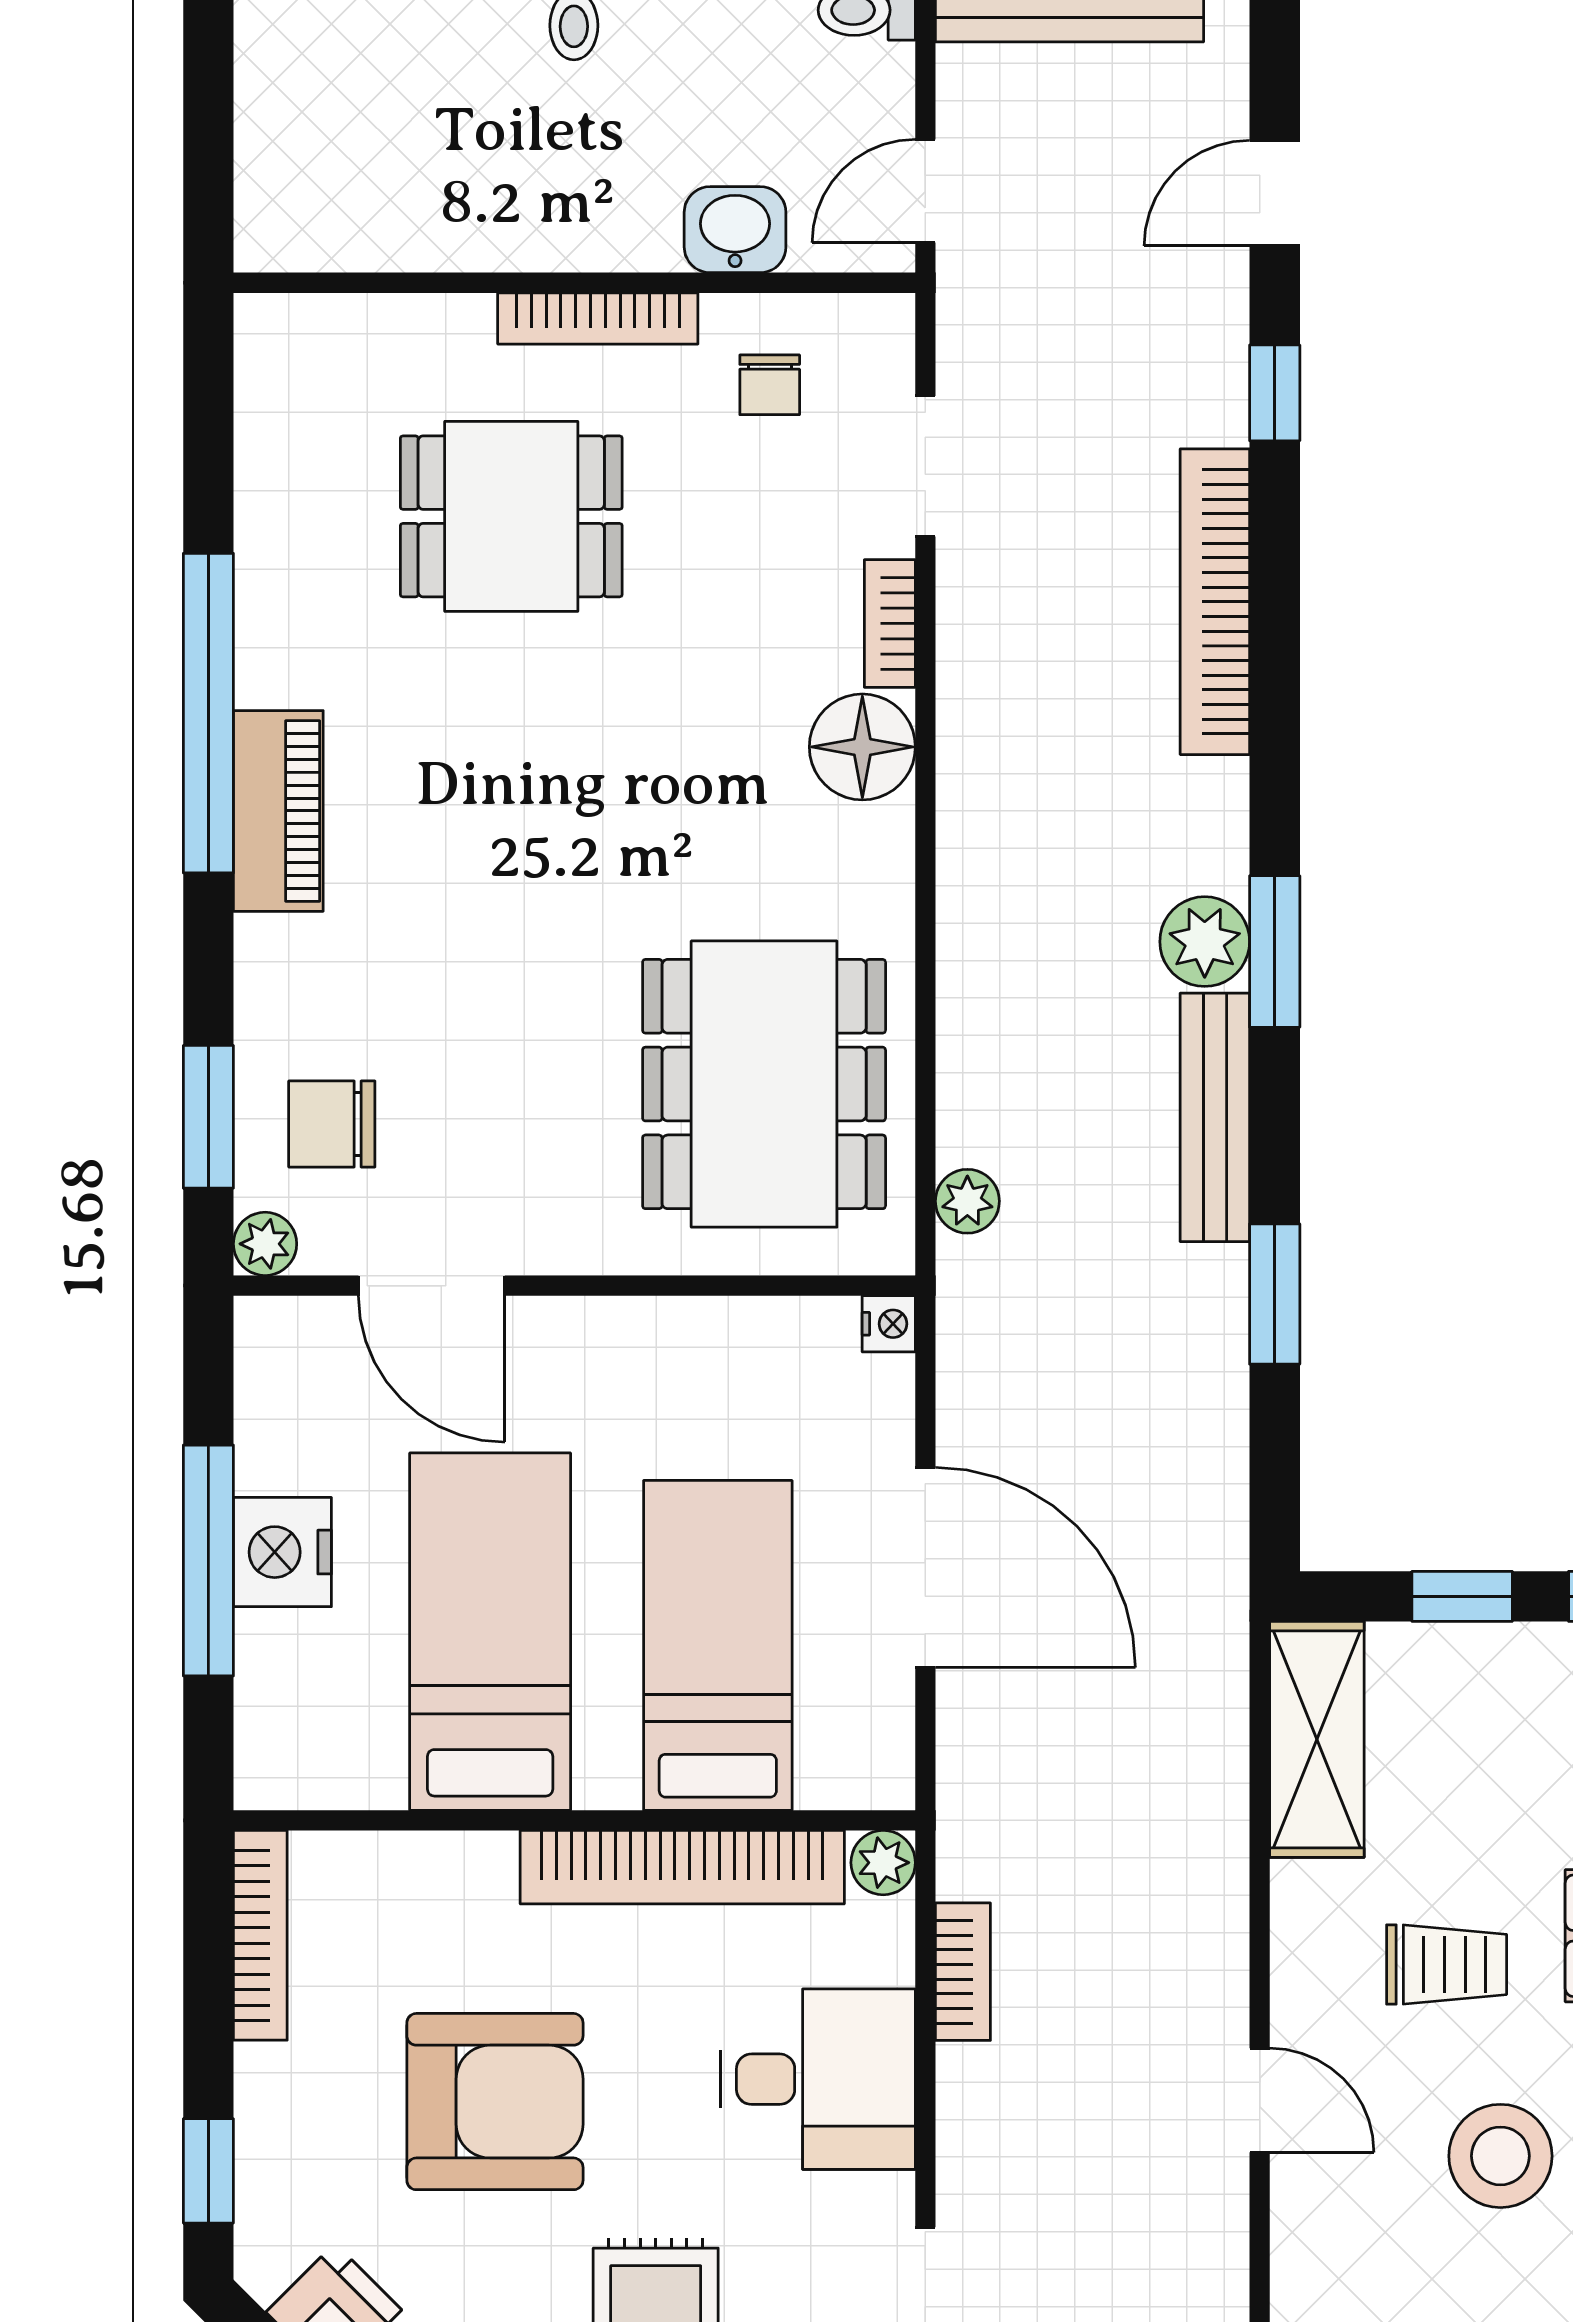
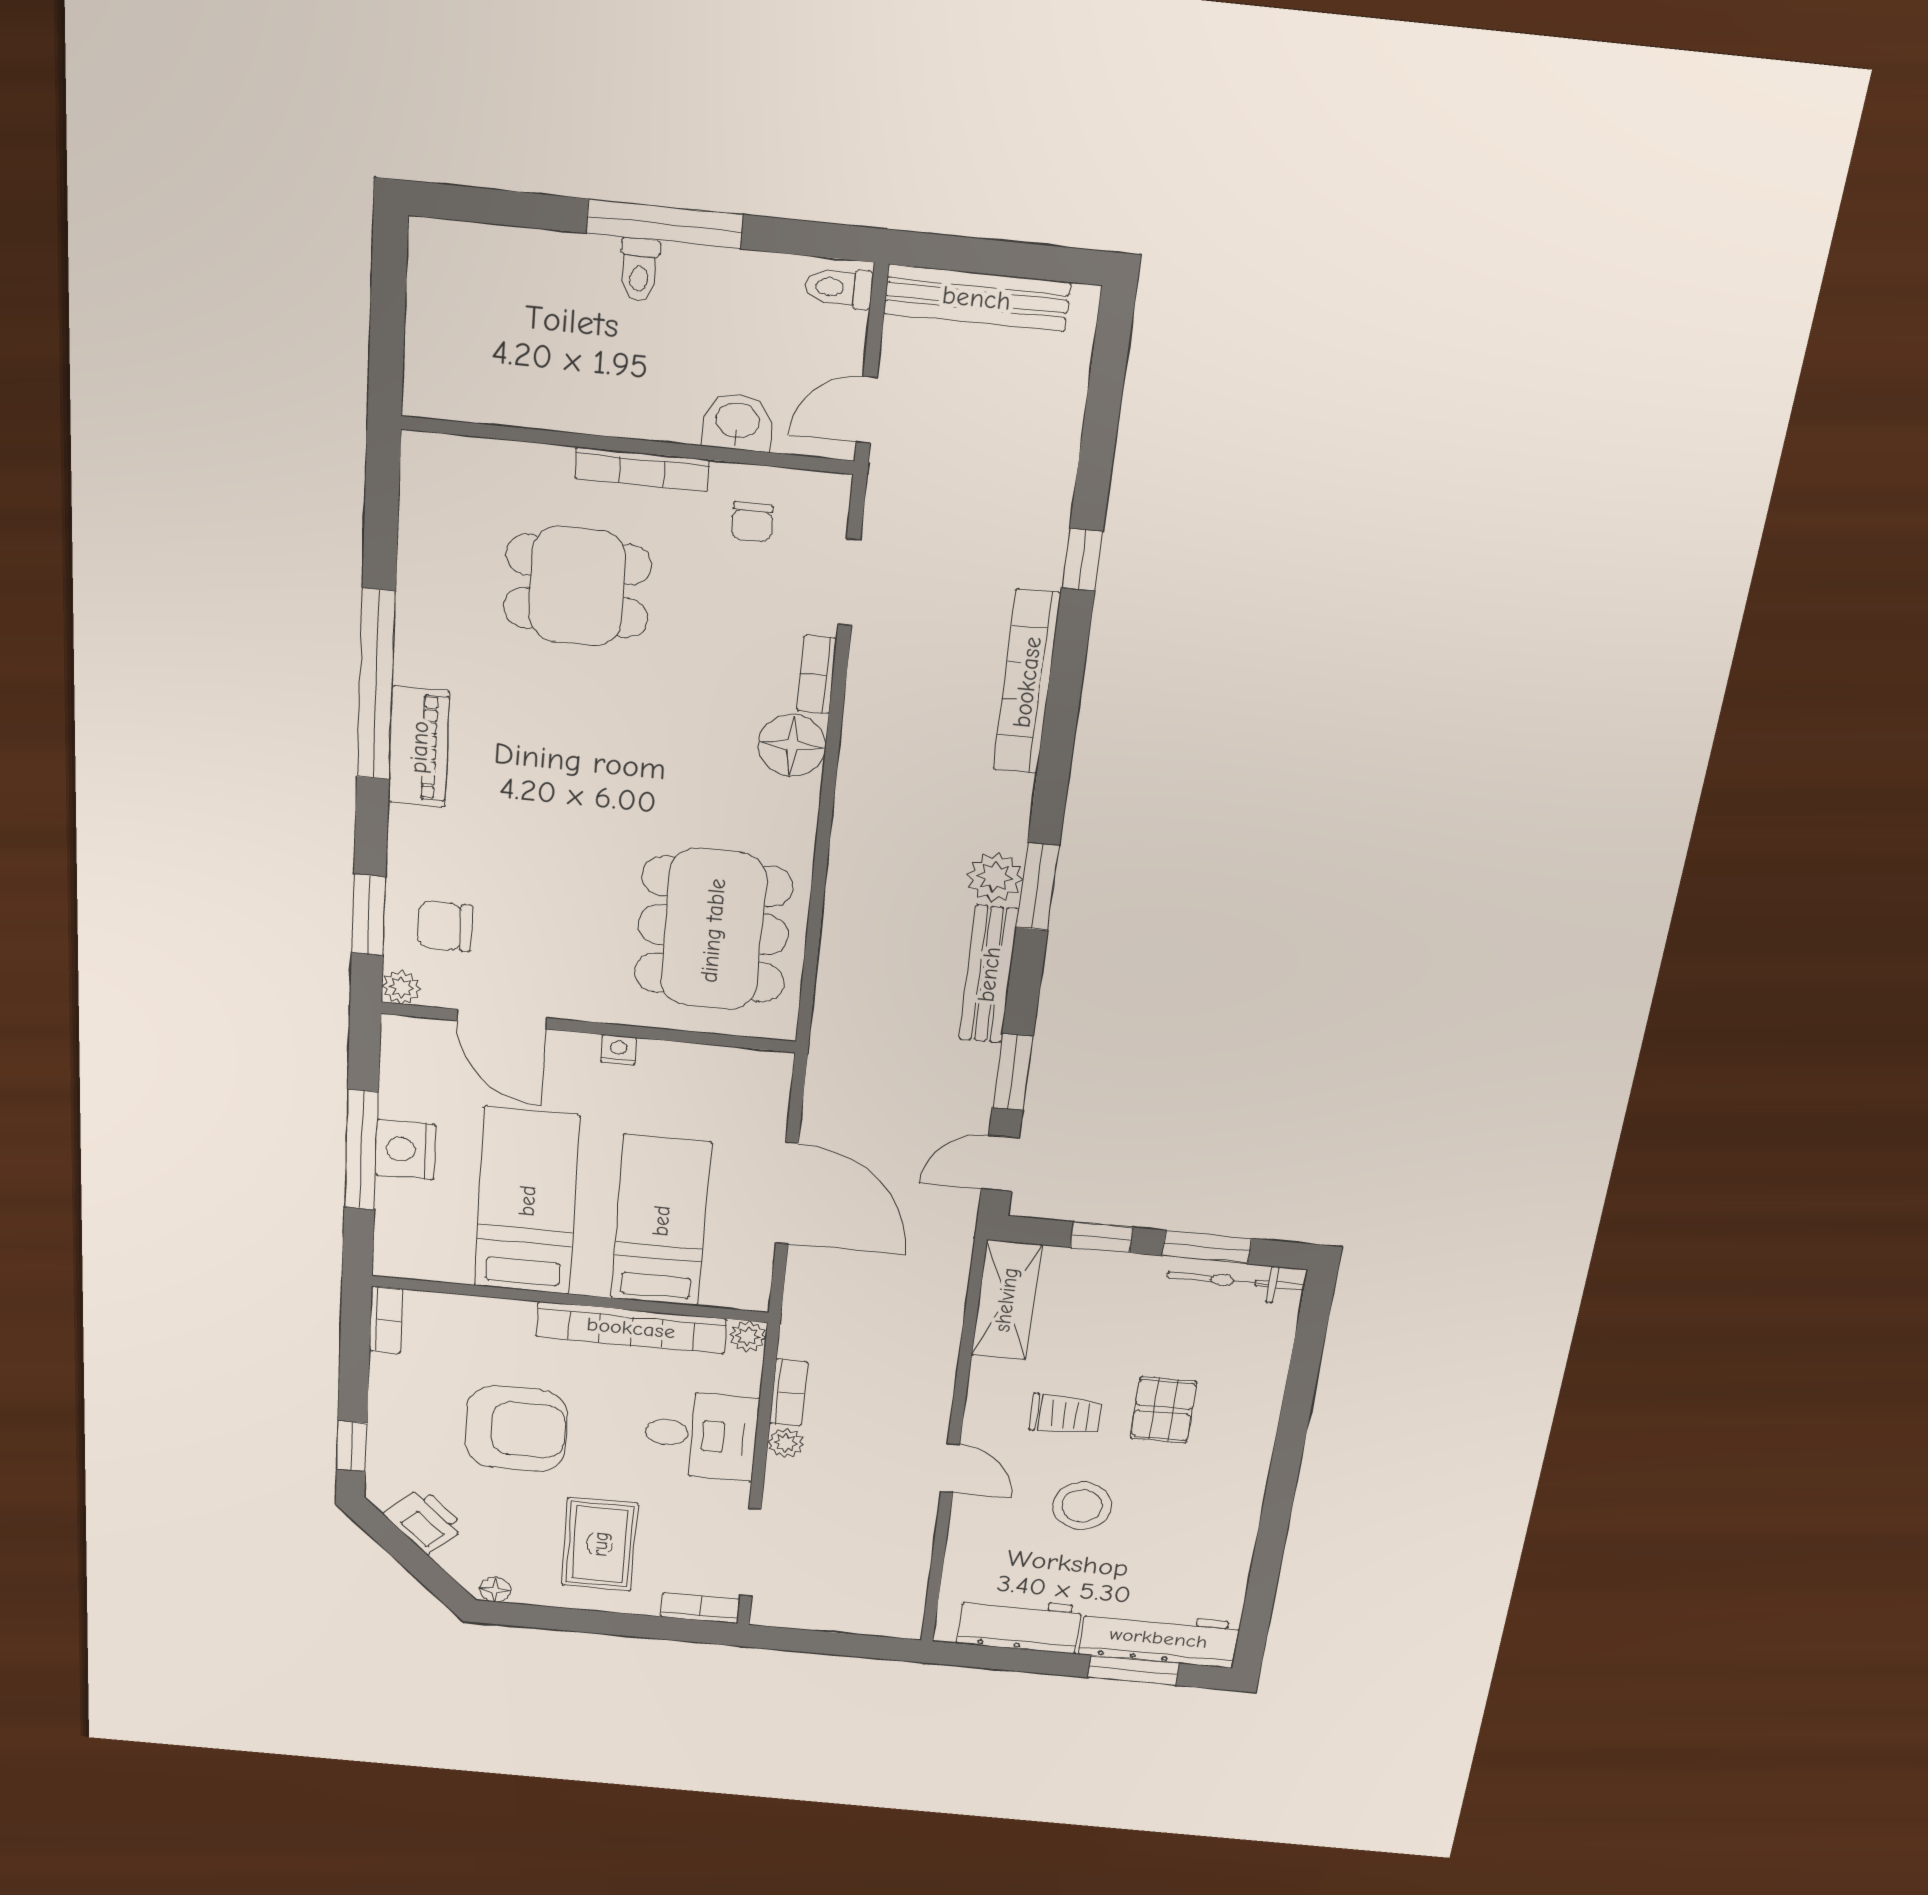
door: (1275, 193) -> (1000, 1164), moved
plant: (967, 1201) -> (786, 1443), moved
nightstand: (889, 1324) -> (618, 1050), moved, turned -90
bookcase: (260, 1935) -> (386, 1320), width x0.64

